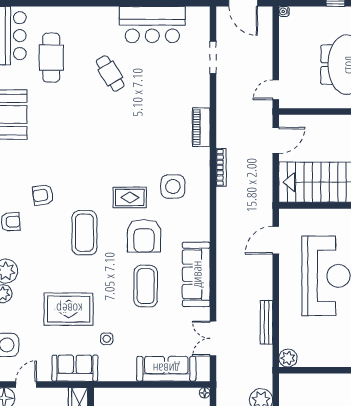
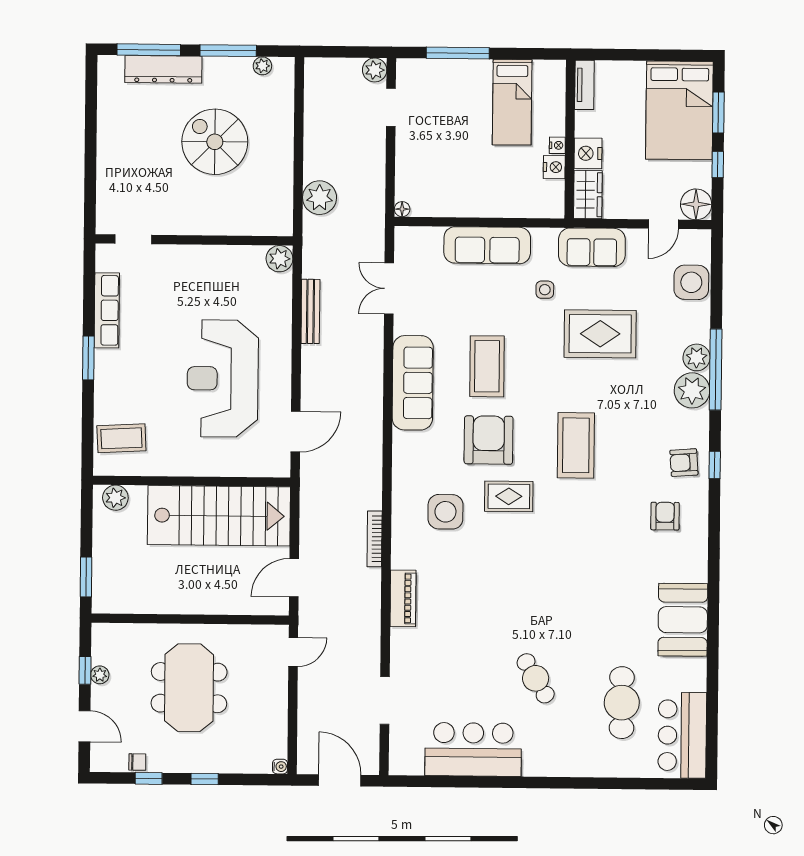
armchair: (43, 195) -> (665, 516), moved, turned -82
double door: (213, 339) -> (389, 288), swing flipped
sofa: (166, 369) -> (487, 245), moved

